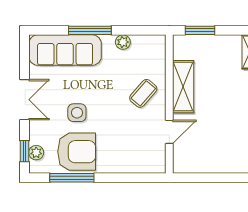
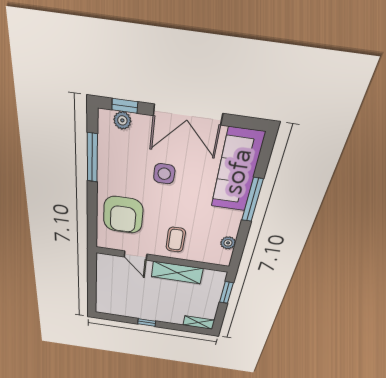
plant: (123, 42) -> (228, 243), moved
coffee table: (143, 93) -> (176, 240), turned 49
double door: (24, 100) -> (188, 115), width x1.37
armchair: (77, 152) -> (123, 215), moved

